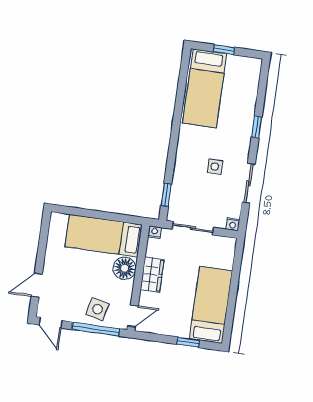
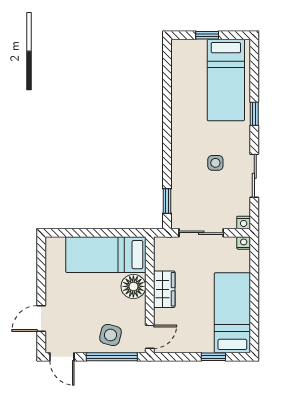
bed: (205, 88) -> (226, 80), moved
nightstand: (155, 232) -> (244, 243), moved

